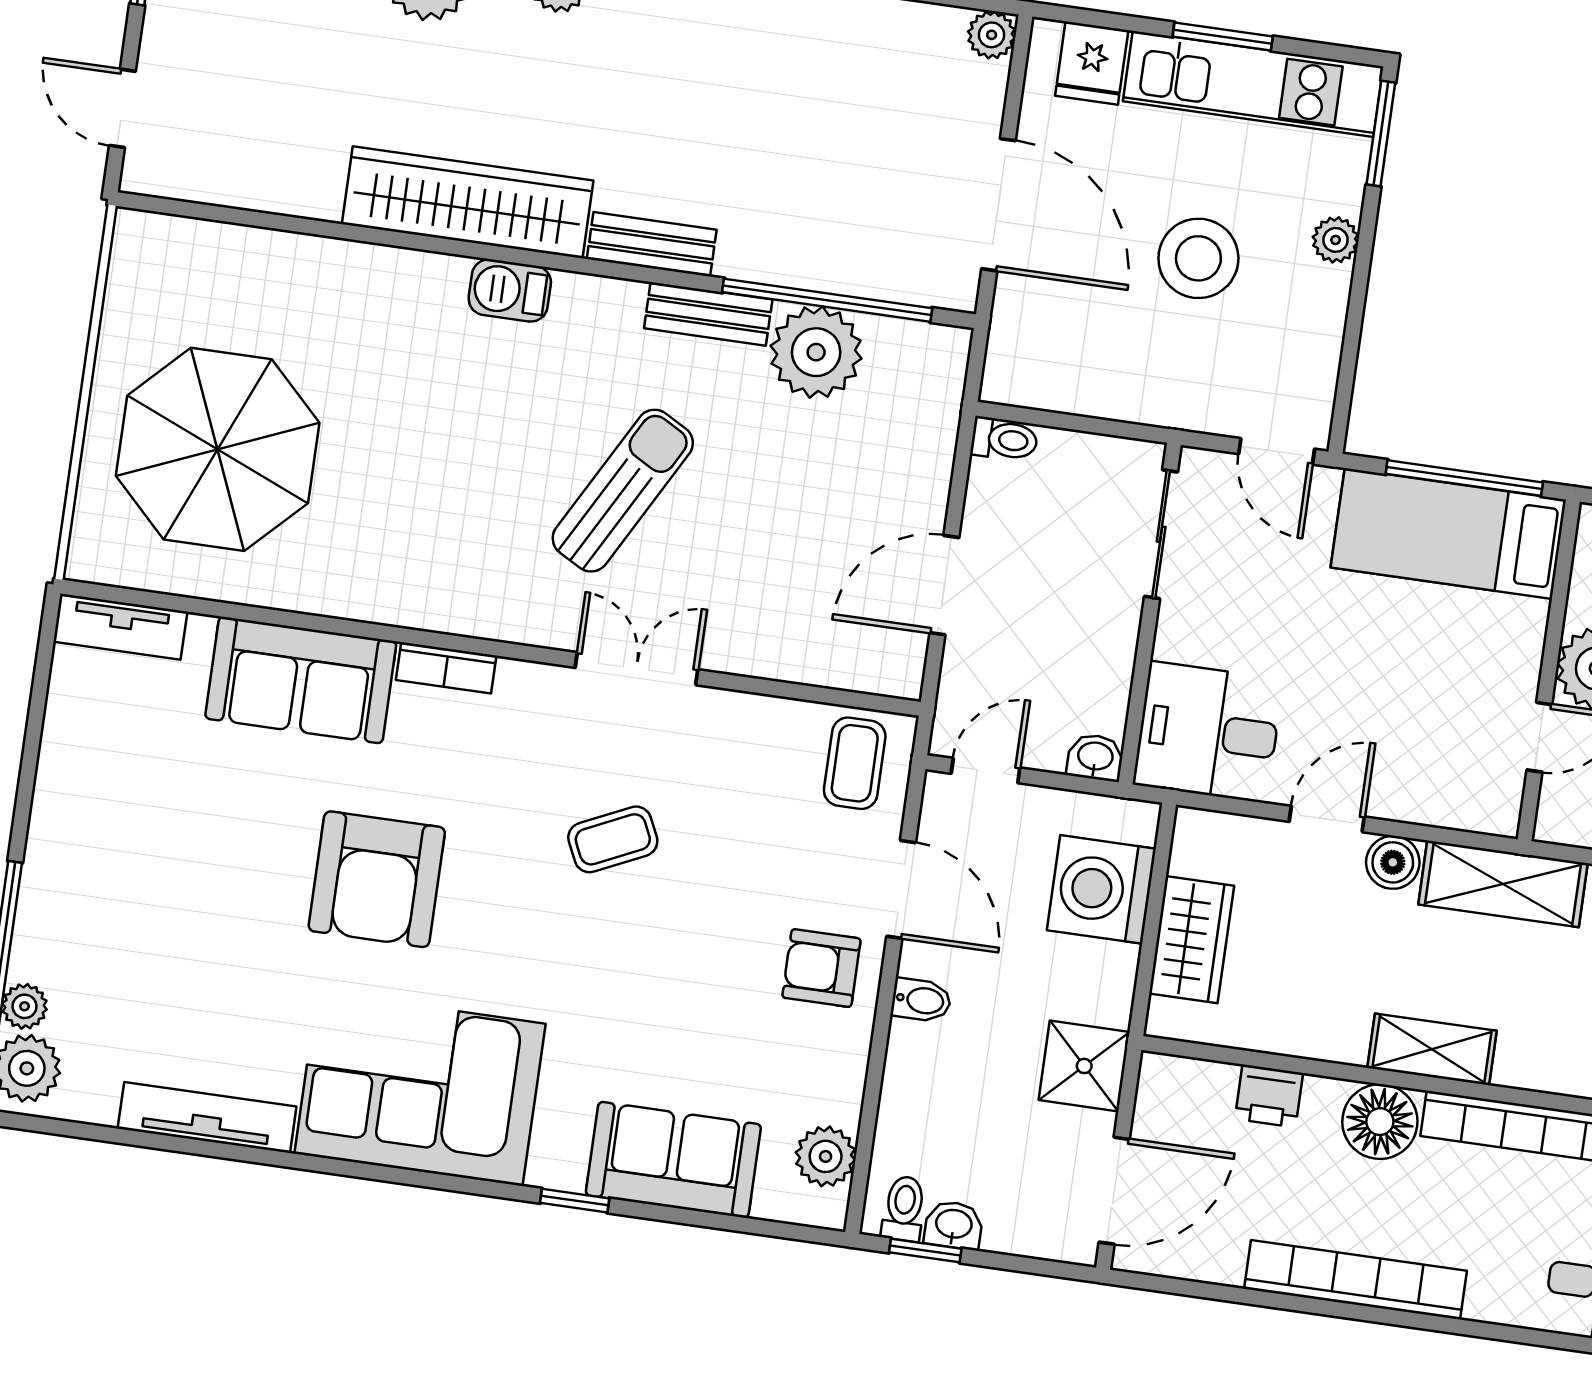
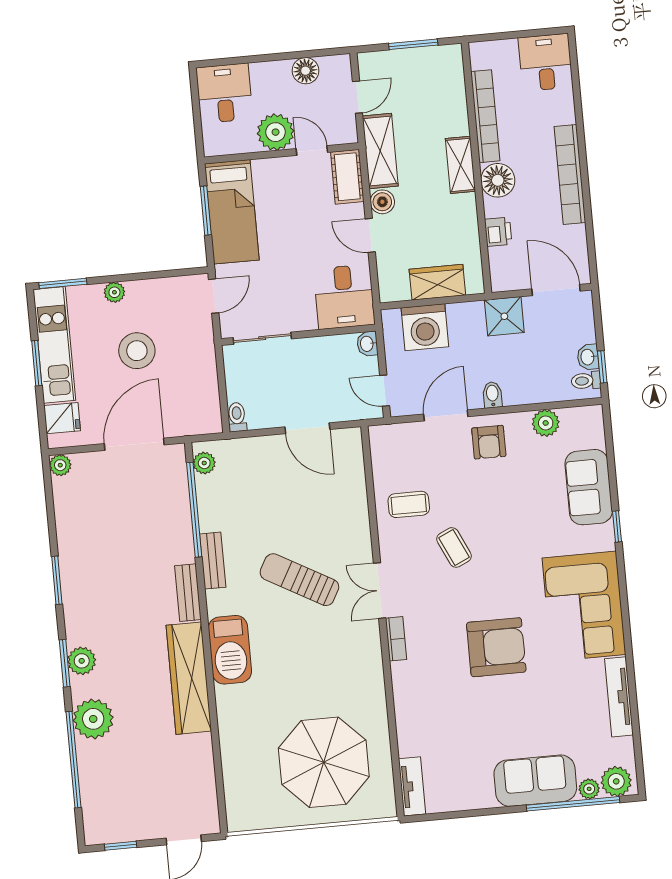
barbecue: (510, 290) -> (230, 650), width x1.88, depth x1.53
plant: (816, 352) -> (204, 463), moved, width x0.53, depth x0.53
window: (1464, 478) -> (206, 211), width x0.69
double door: (637, 669) -> (380, 591), moved
sofa: (301, 680) -> (535, 781), moved, turned -90
coffee table: (855, 763) -> (409, 504), moved
cot: (1465, 800) -> (347, 177), added
plant: (826, 1156) -> (546, 423), moved

